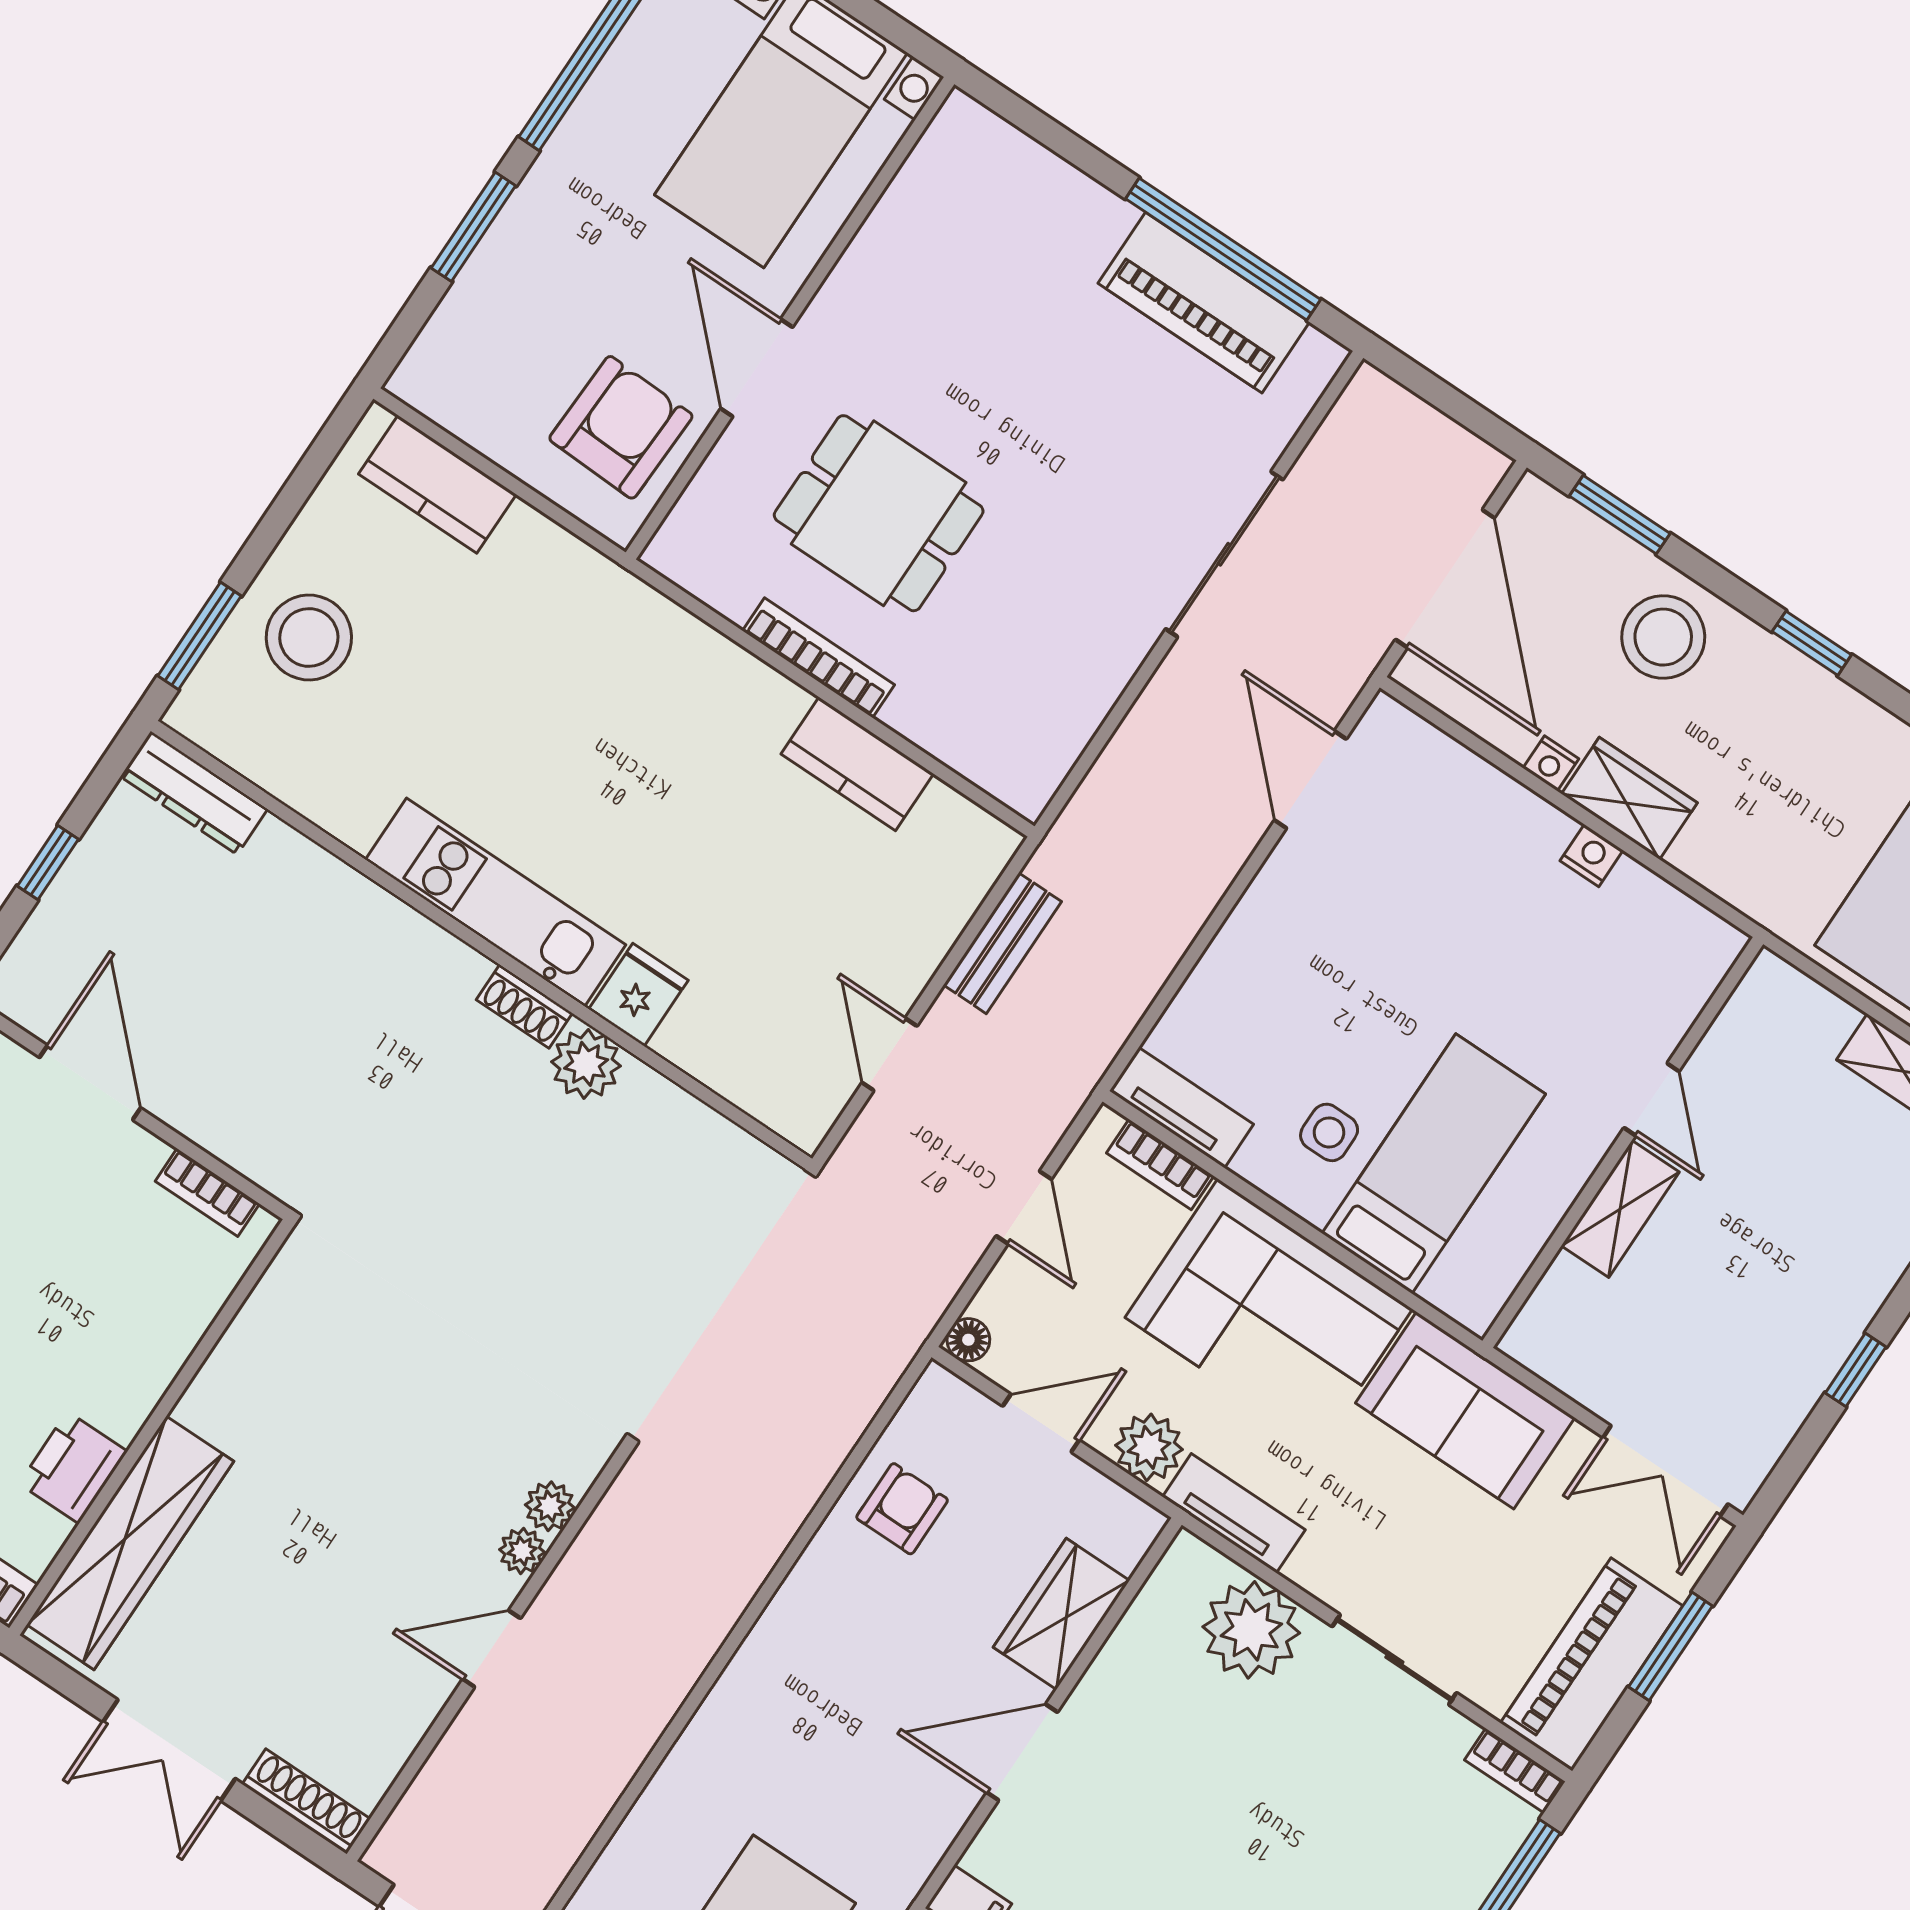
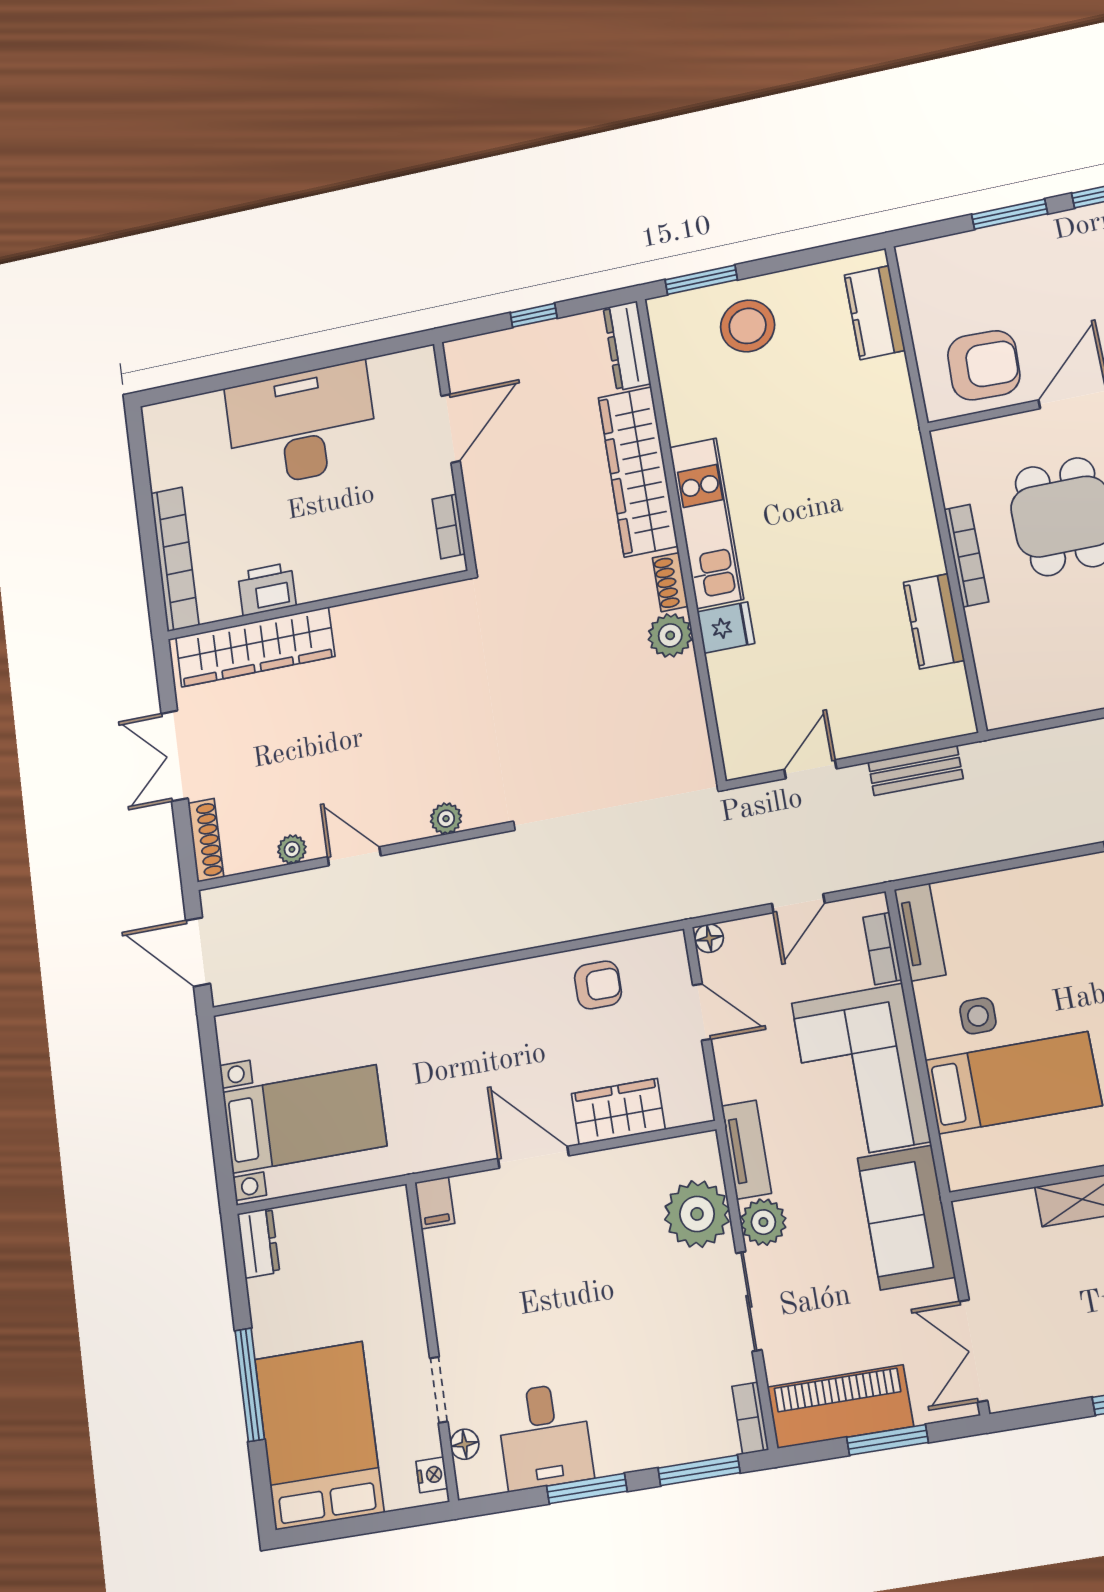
wardrobe: (358, 921) -> (638, 472), added
plant: (1149, 1447) -> (763, 1222), moved
plant: (522, 1551) -> (292, 849), moved

